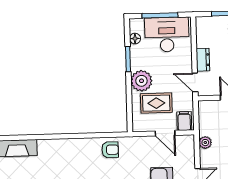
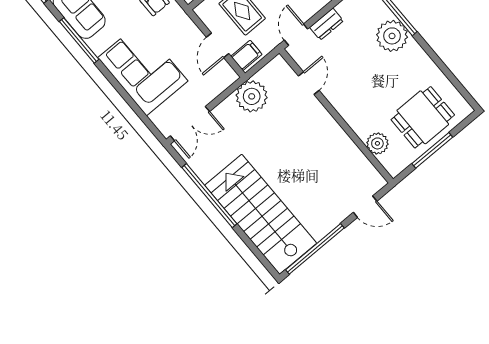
plant: (205, 143) -> (252, 96), width x1.87, depth x1.87

